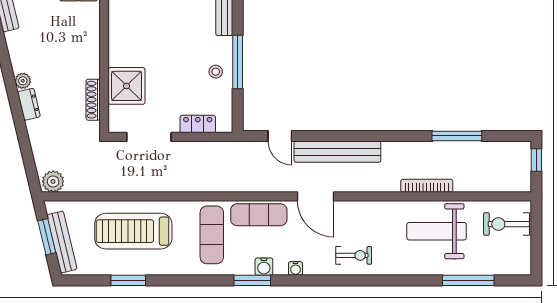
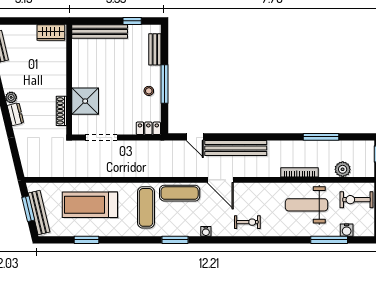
locker: (198, 124) -> (148, 128), moved
plant: (53, 181) -> (343, 169), moved
water cooler: (264, 267) -> (347, 230), moved

